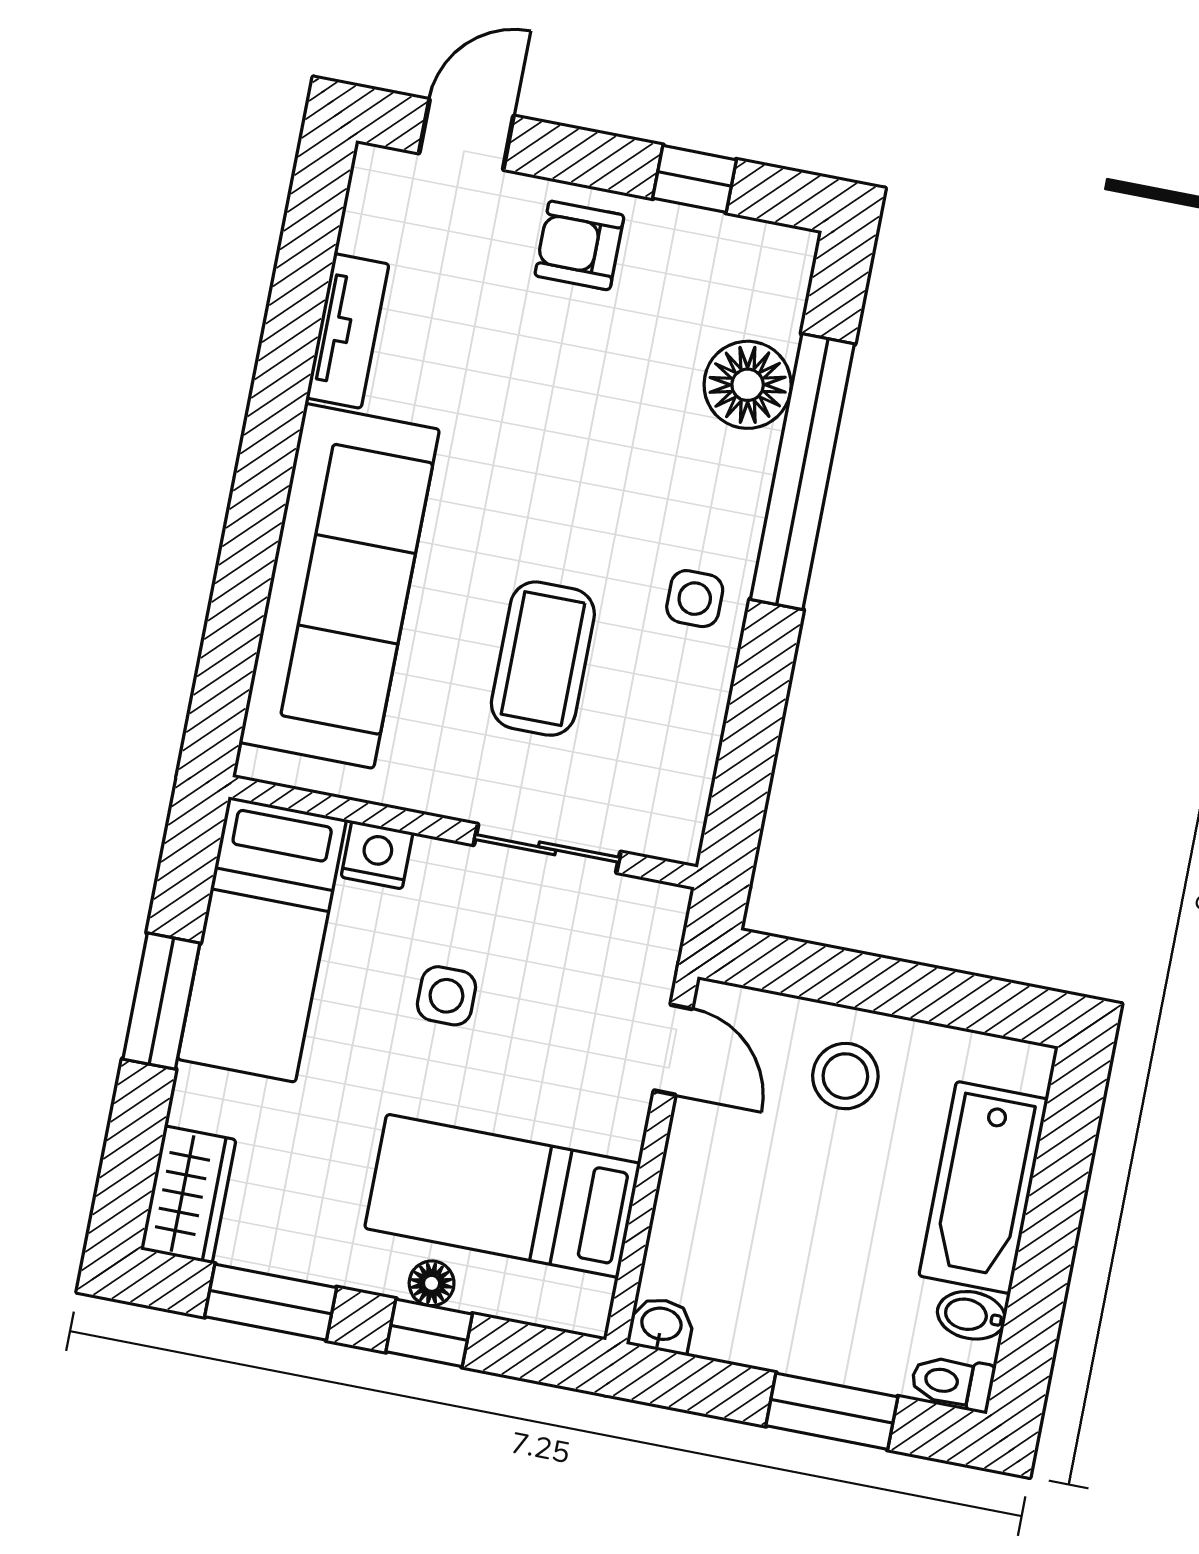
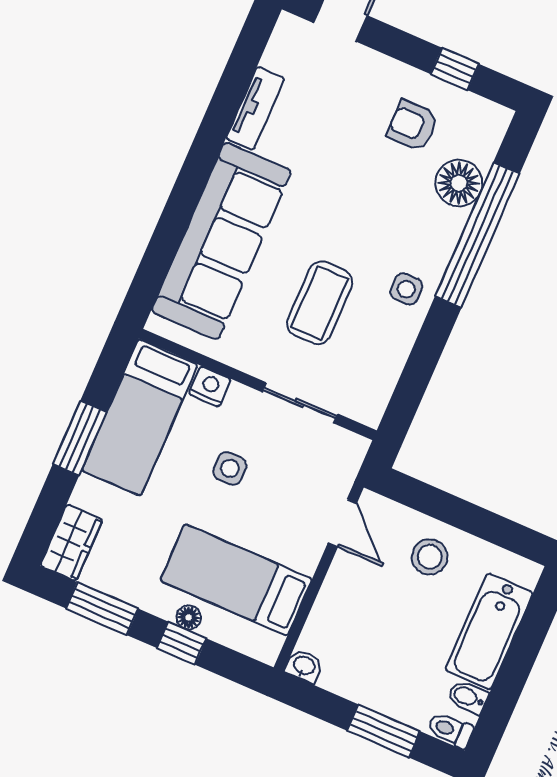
armchair: (579, 245) -> (413, 125), moved

